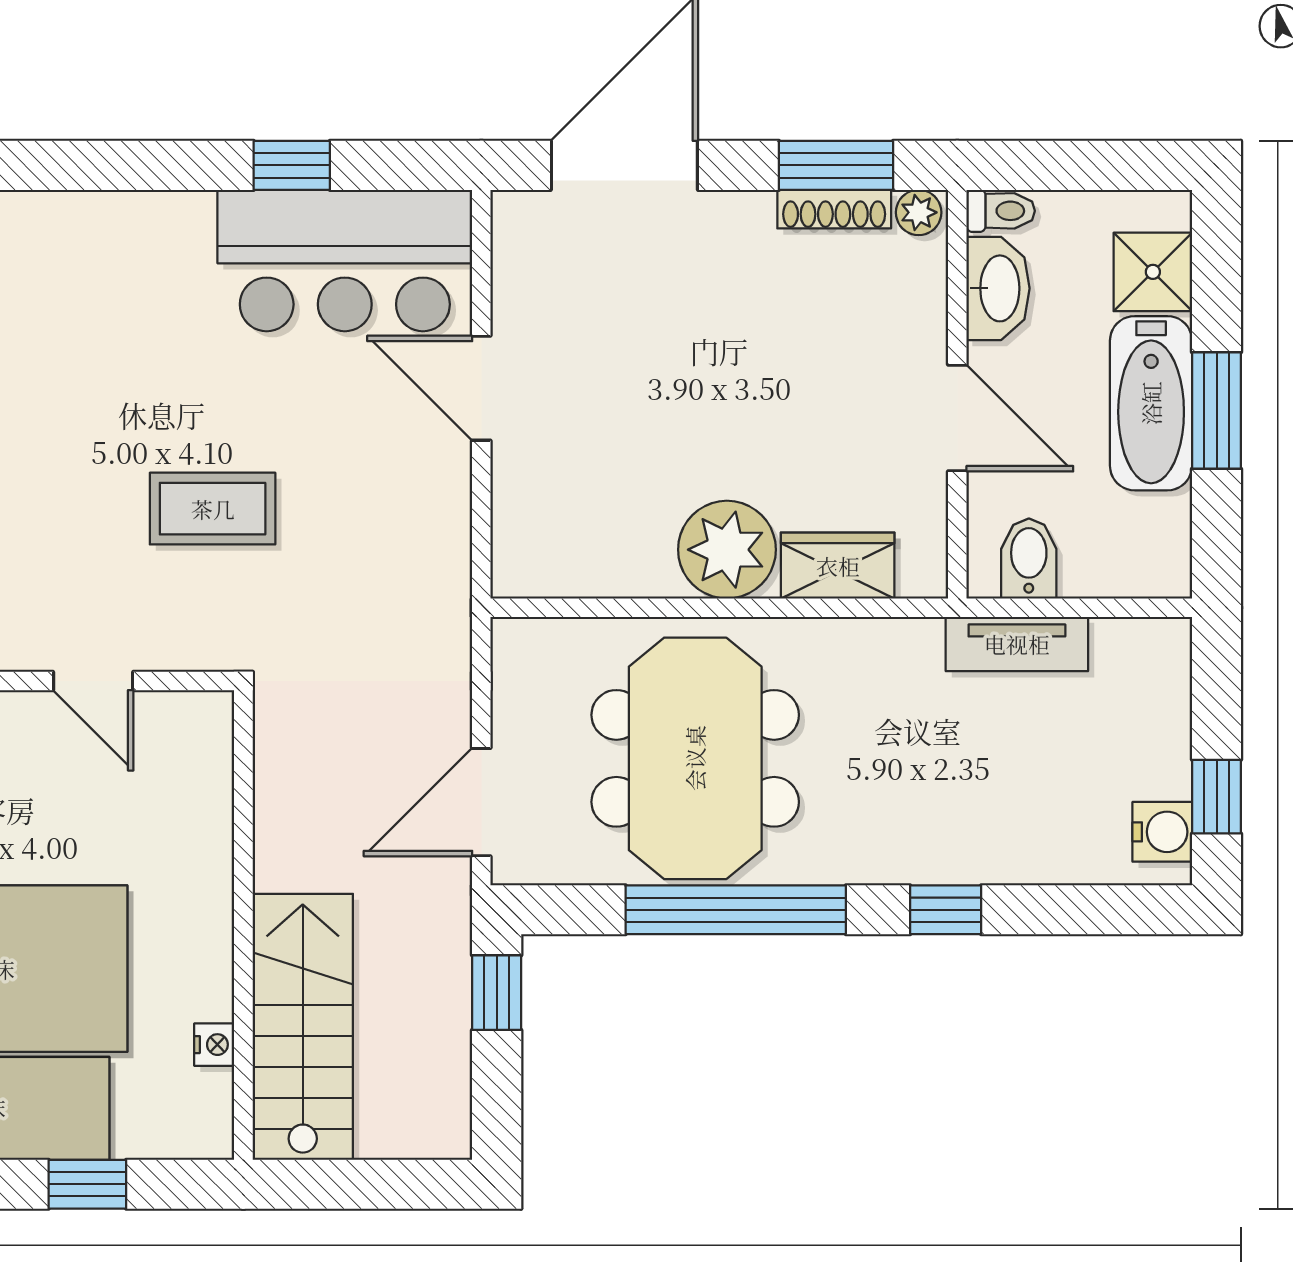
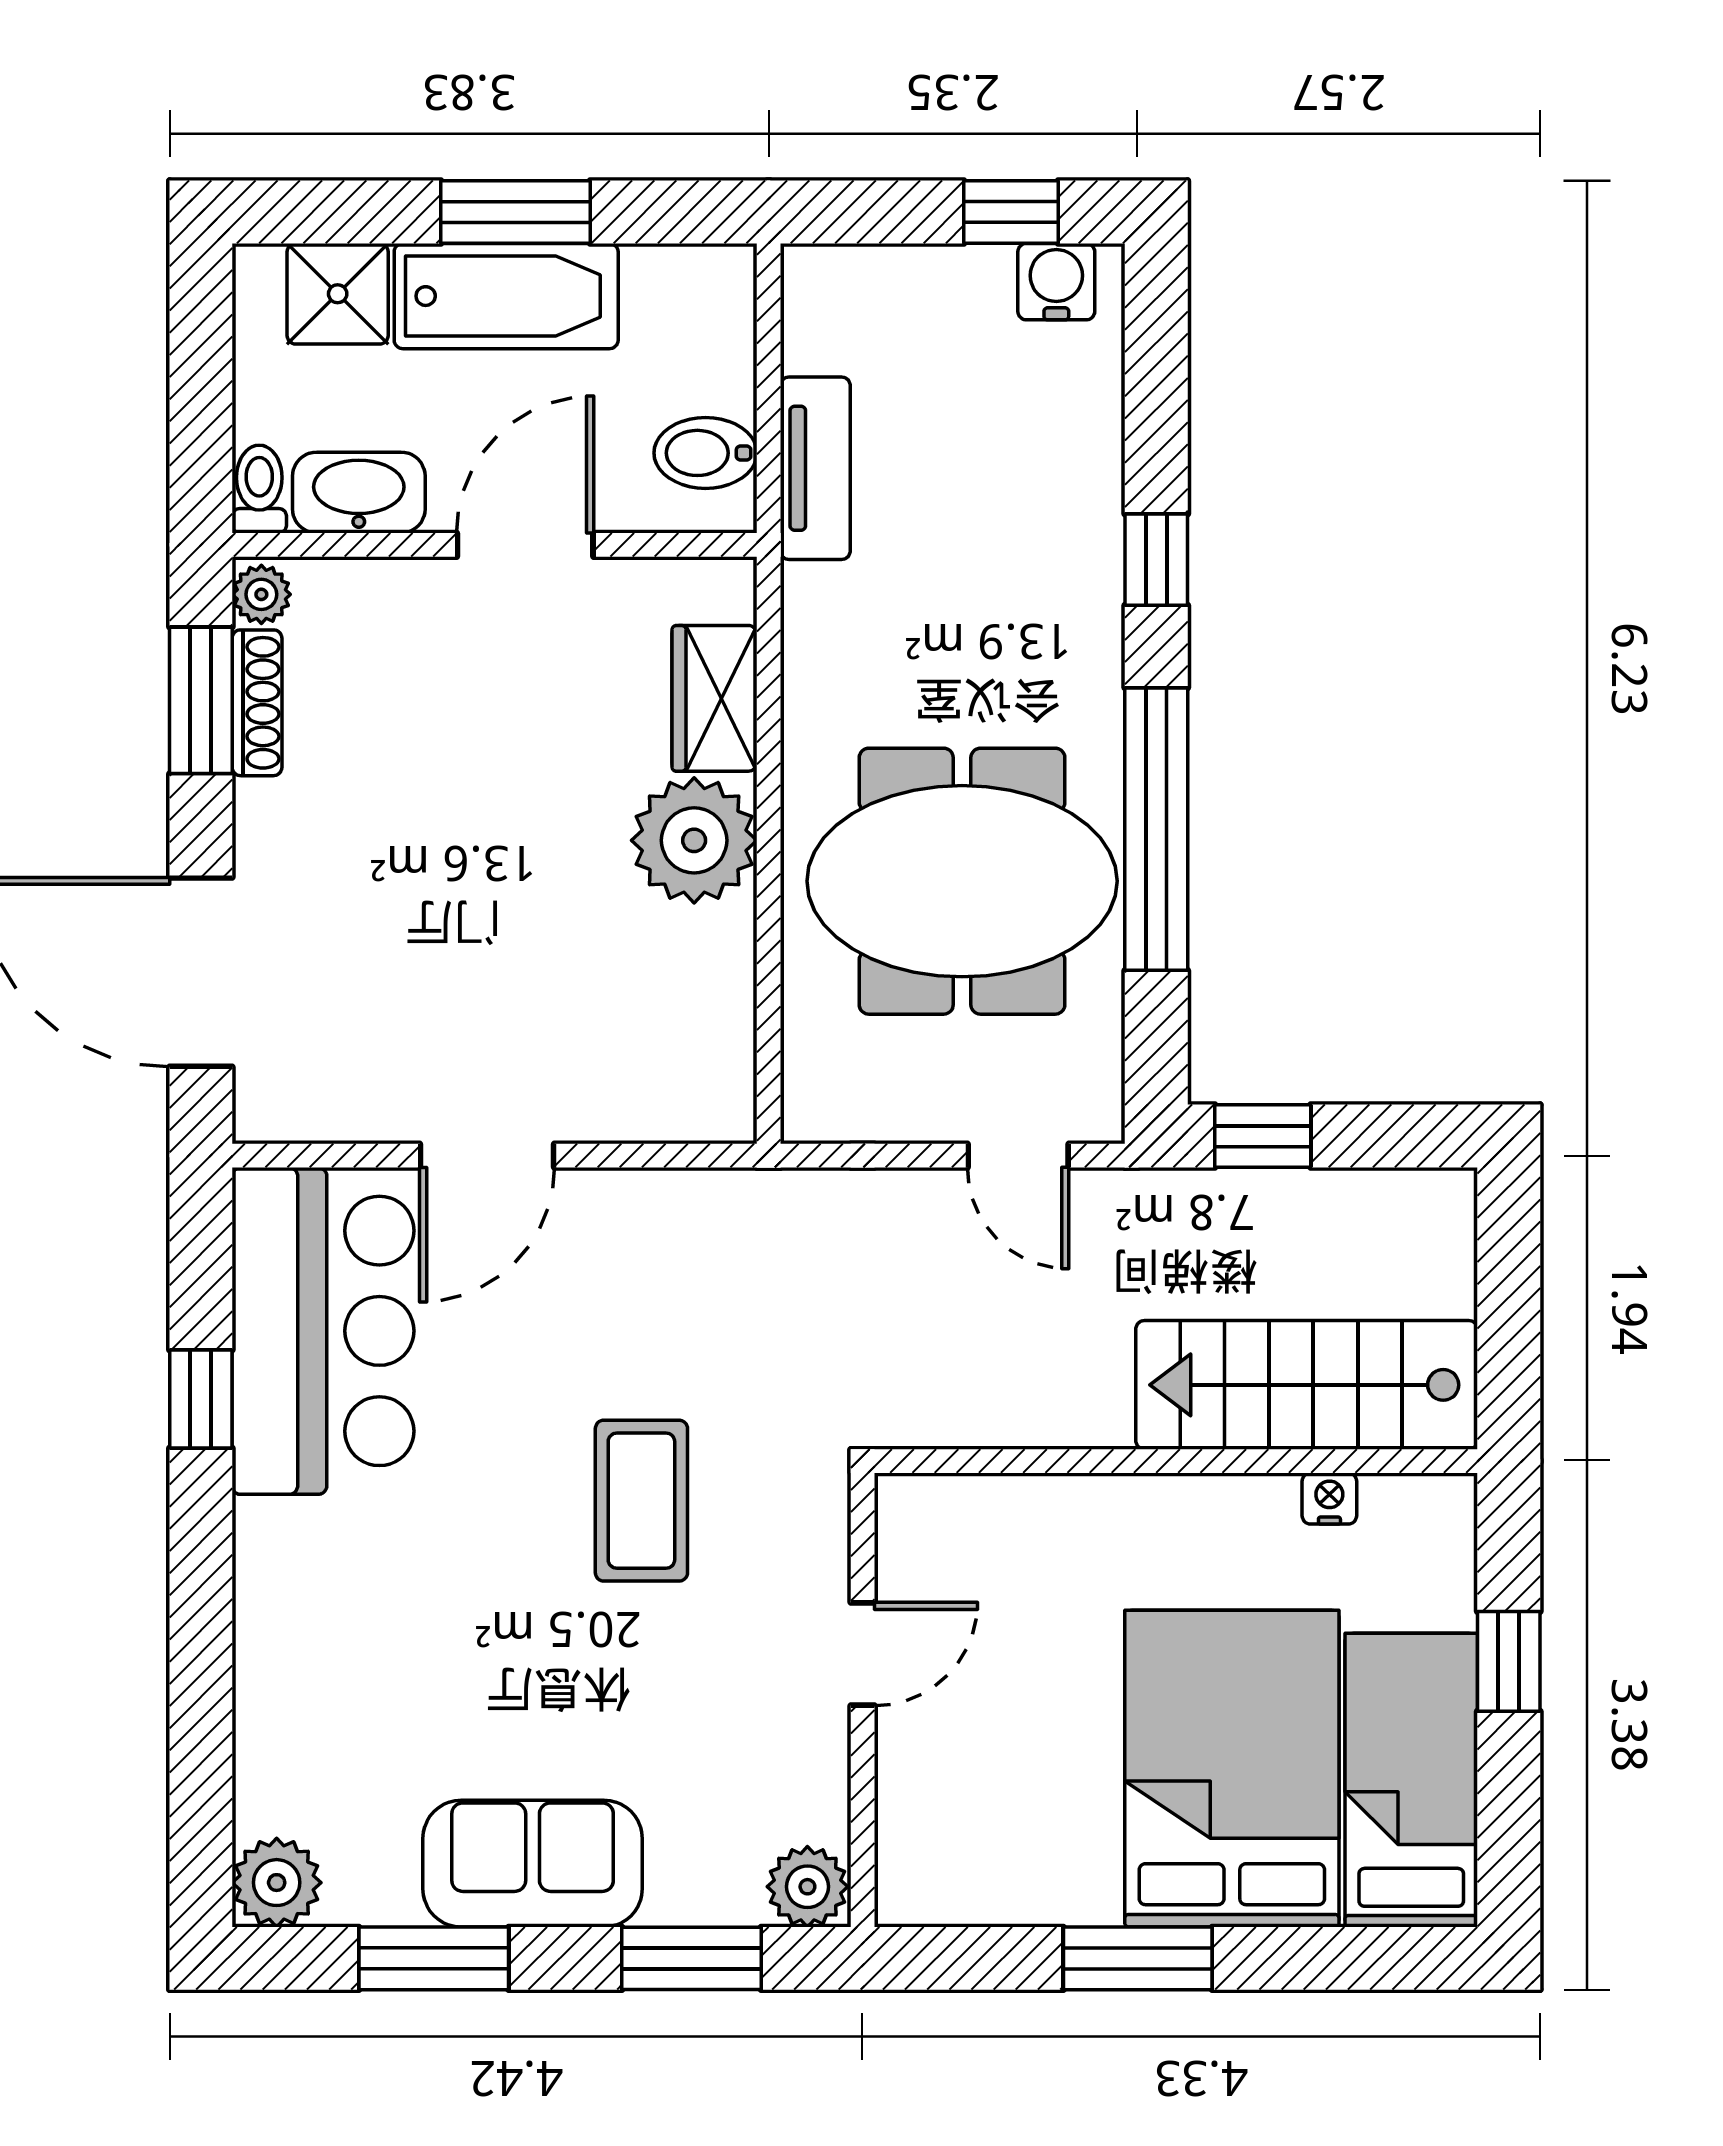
door: (481, 802) -> (1018, 1156), width x0.73

